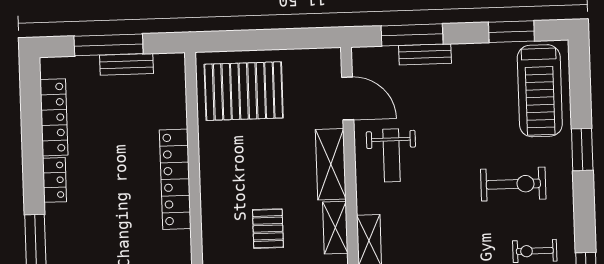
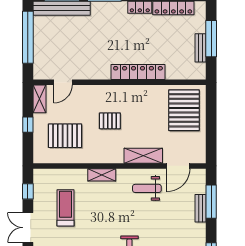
shelving: (335, 228) -> (109, 157), removed

